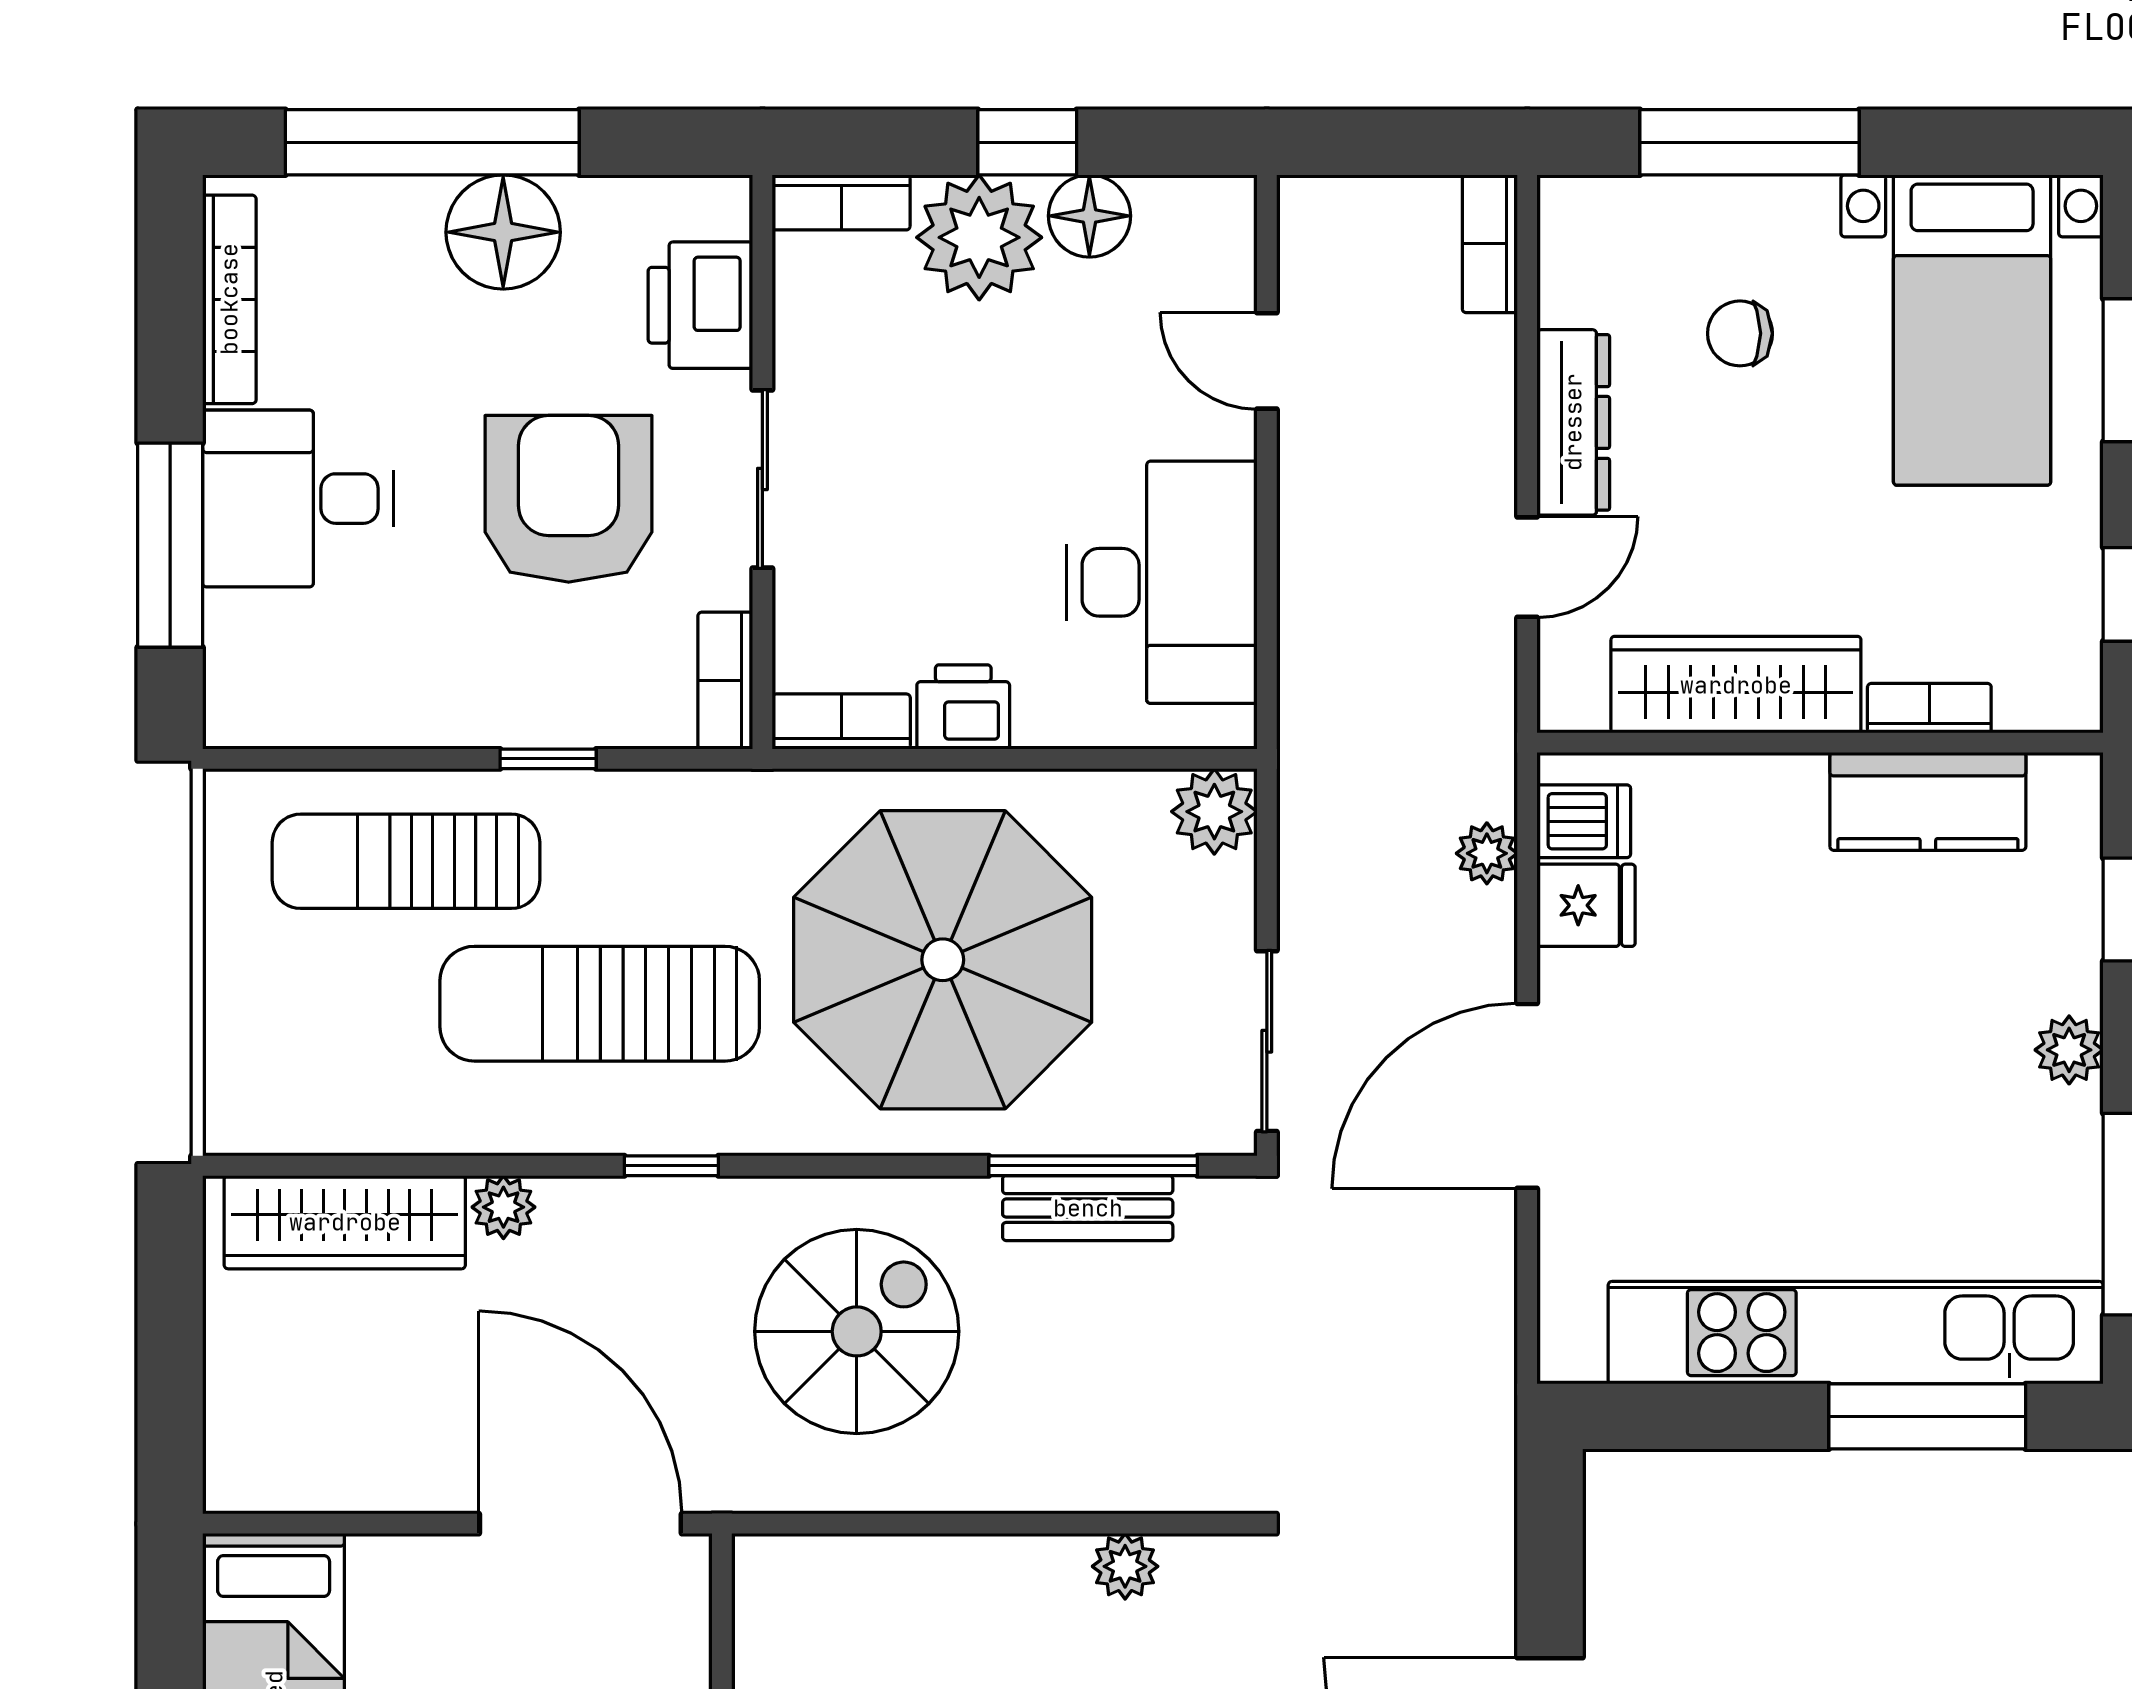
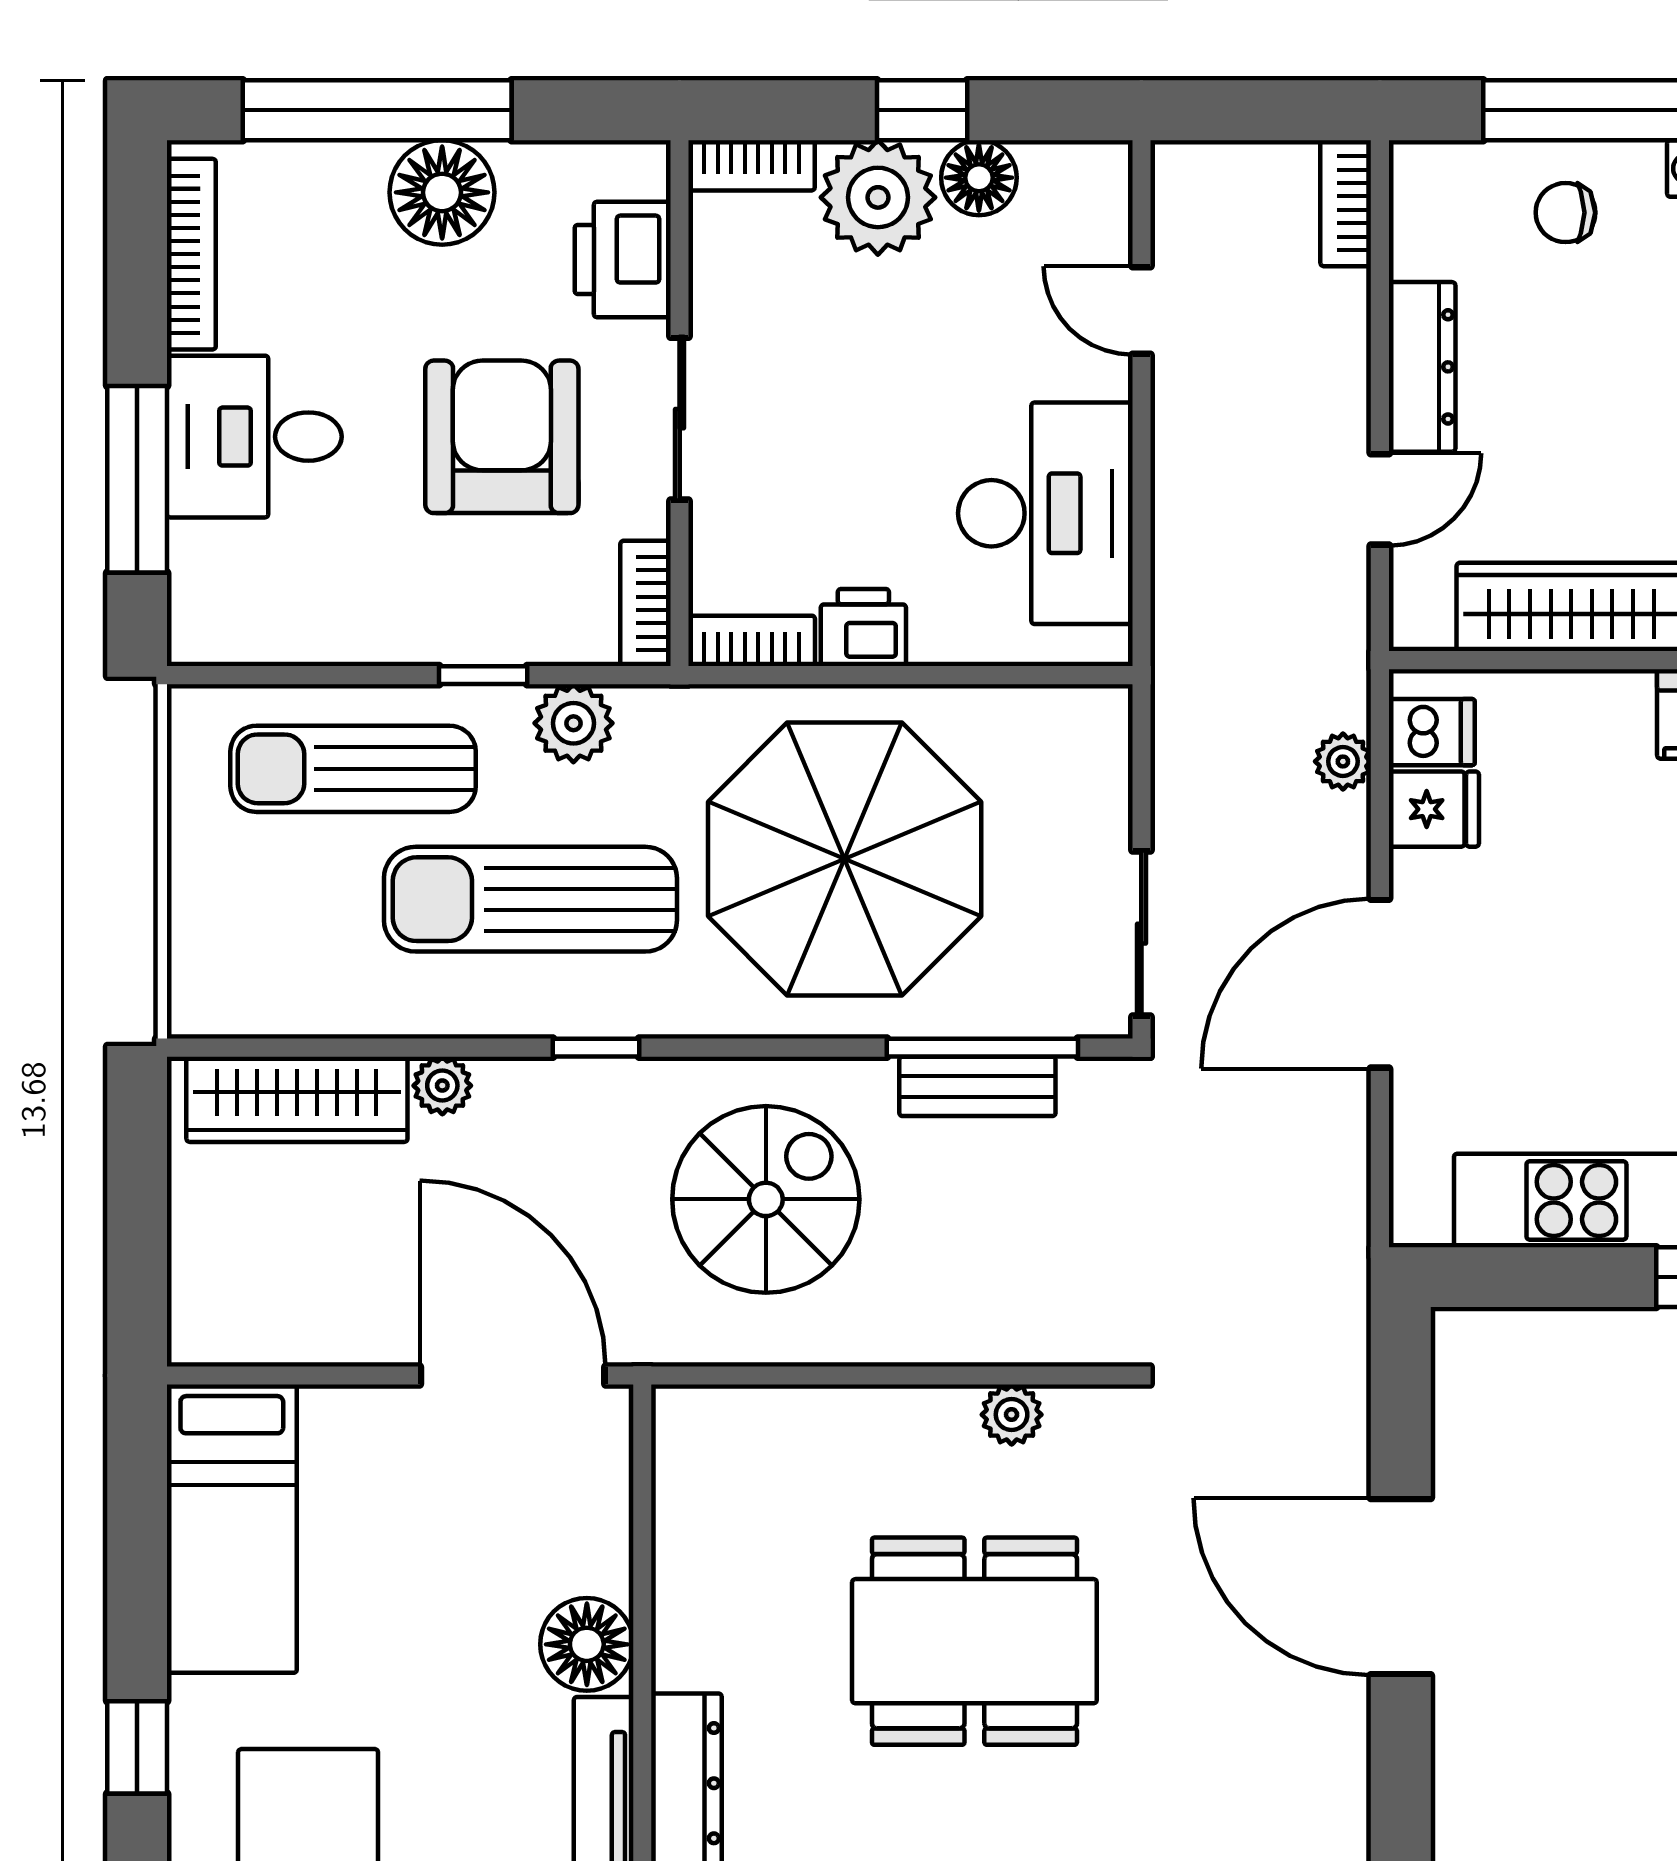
chair: (1740, 333) -> (1566, 213), moved
plant: (1214, 812) -> (573, 723), moved

